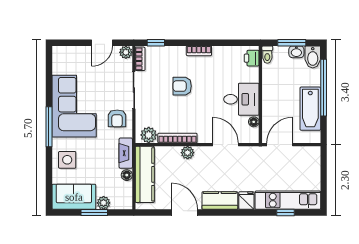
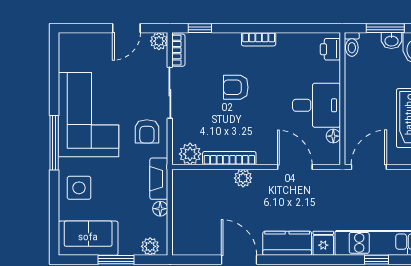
kitchen counter: (145, 174) -> (185, 208), removed
plant: (104, 203) -> (150, 246), moved

